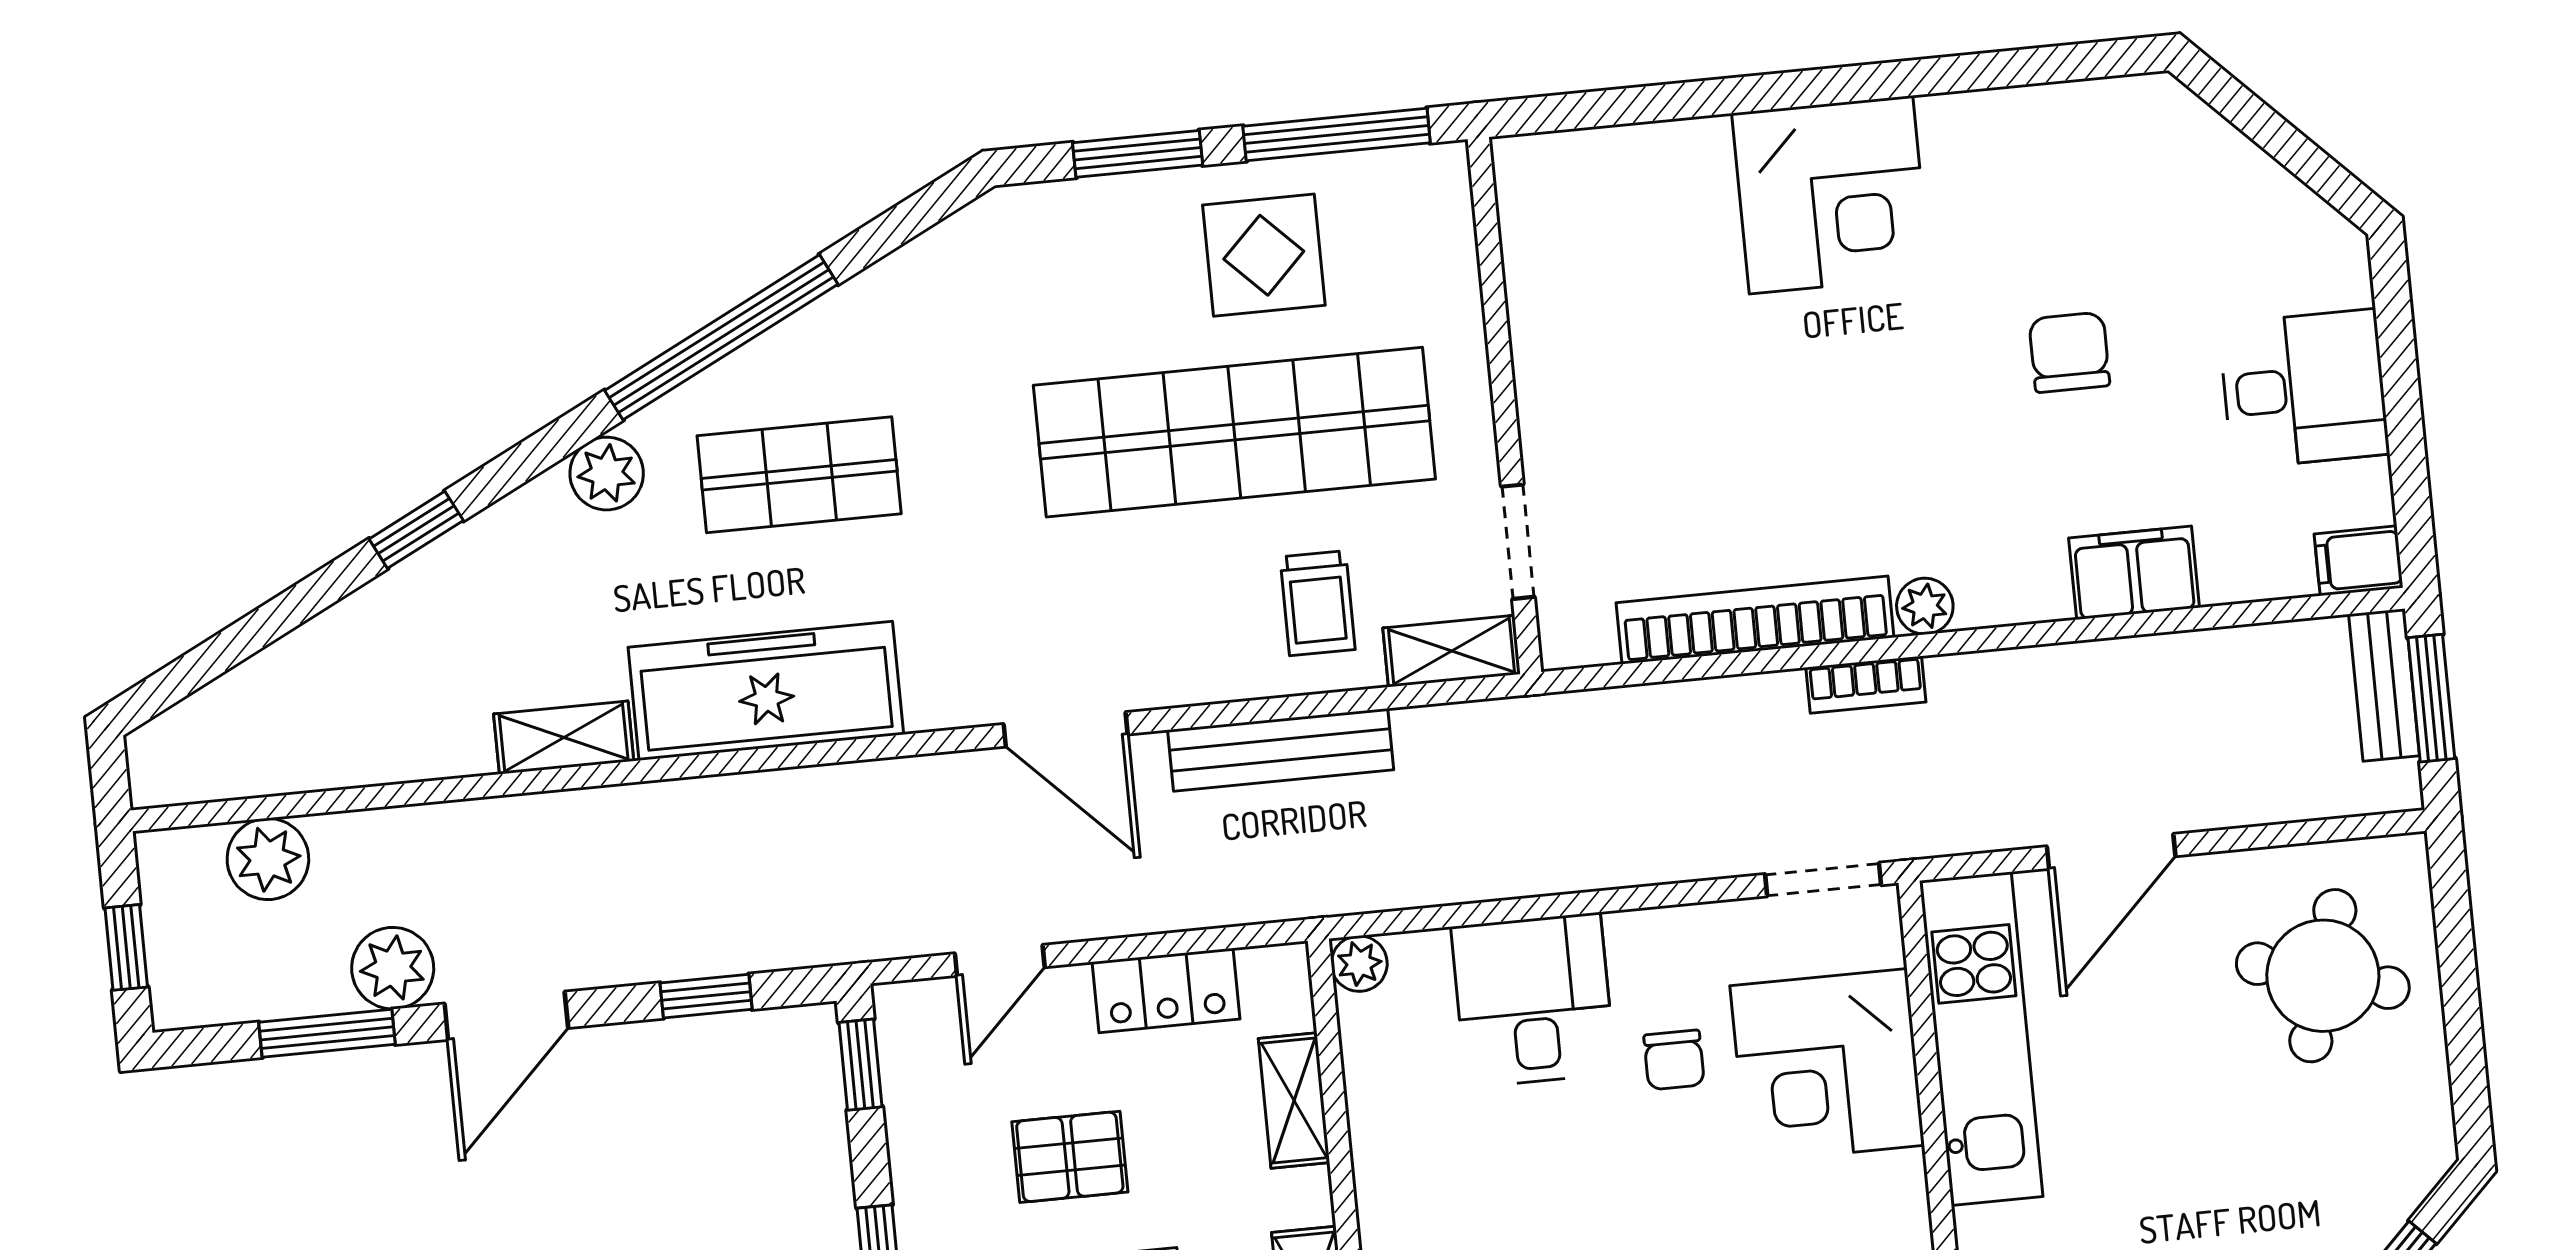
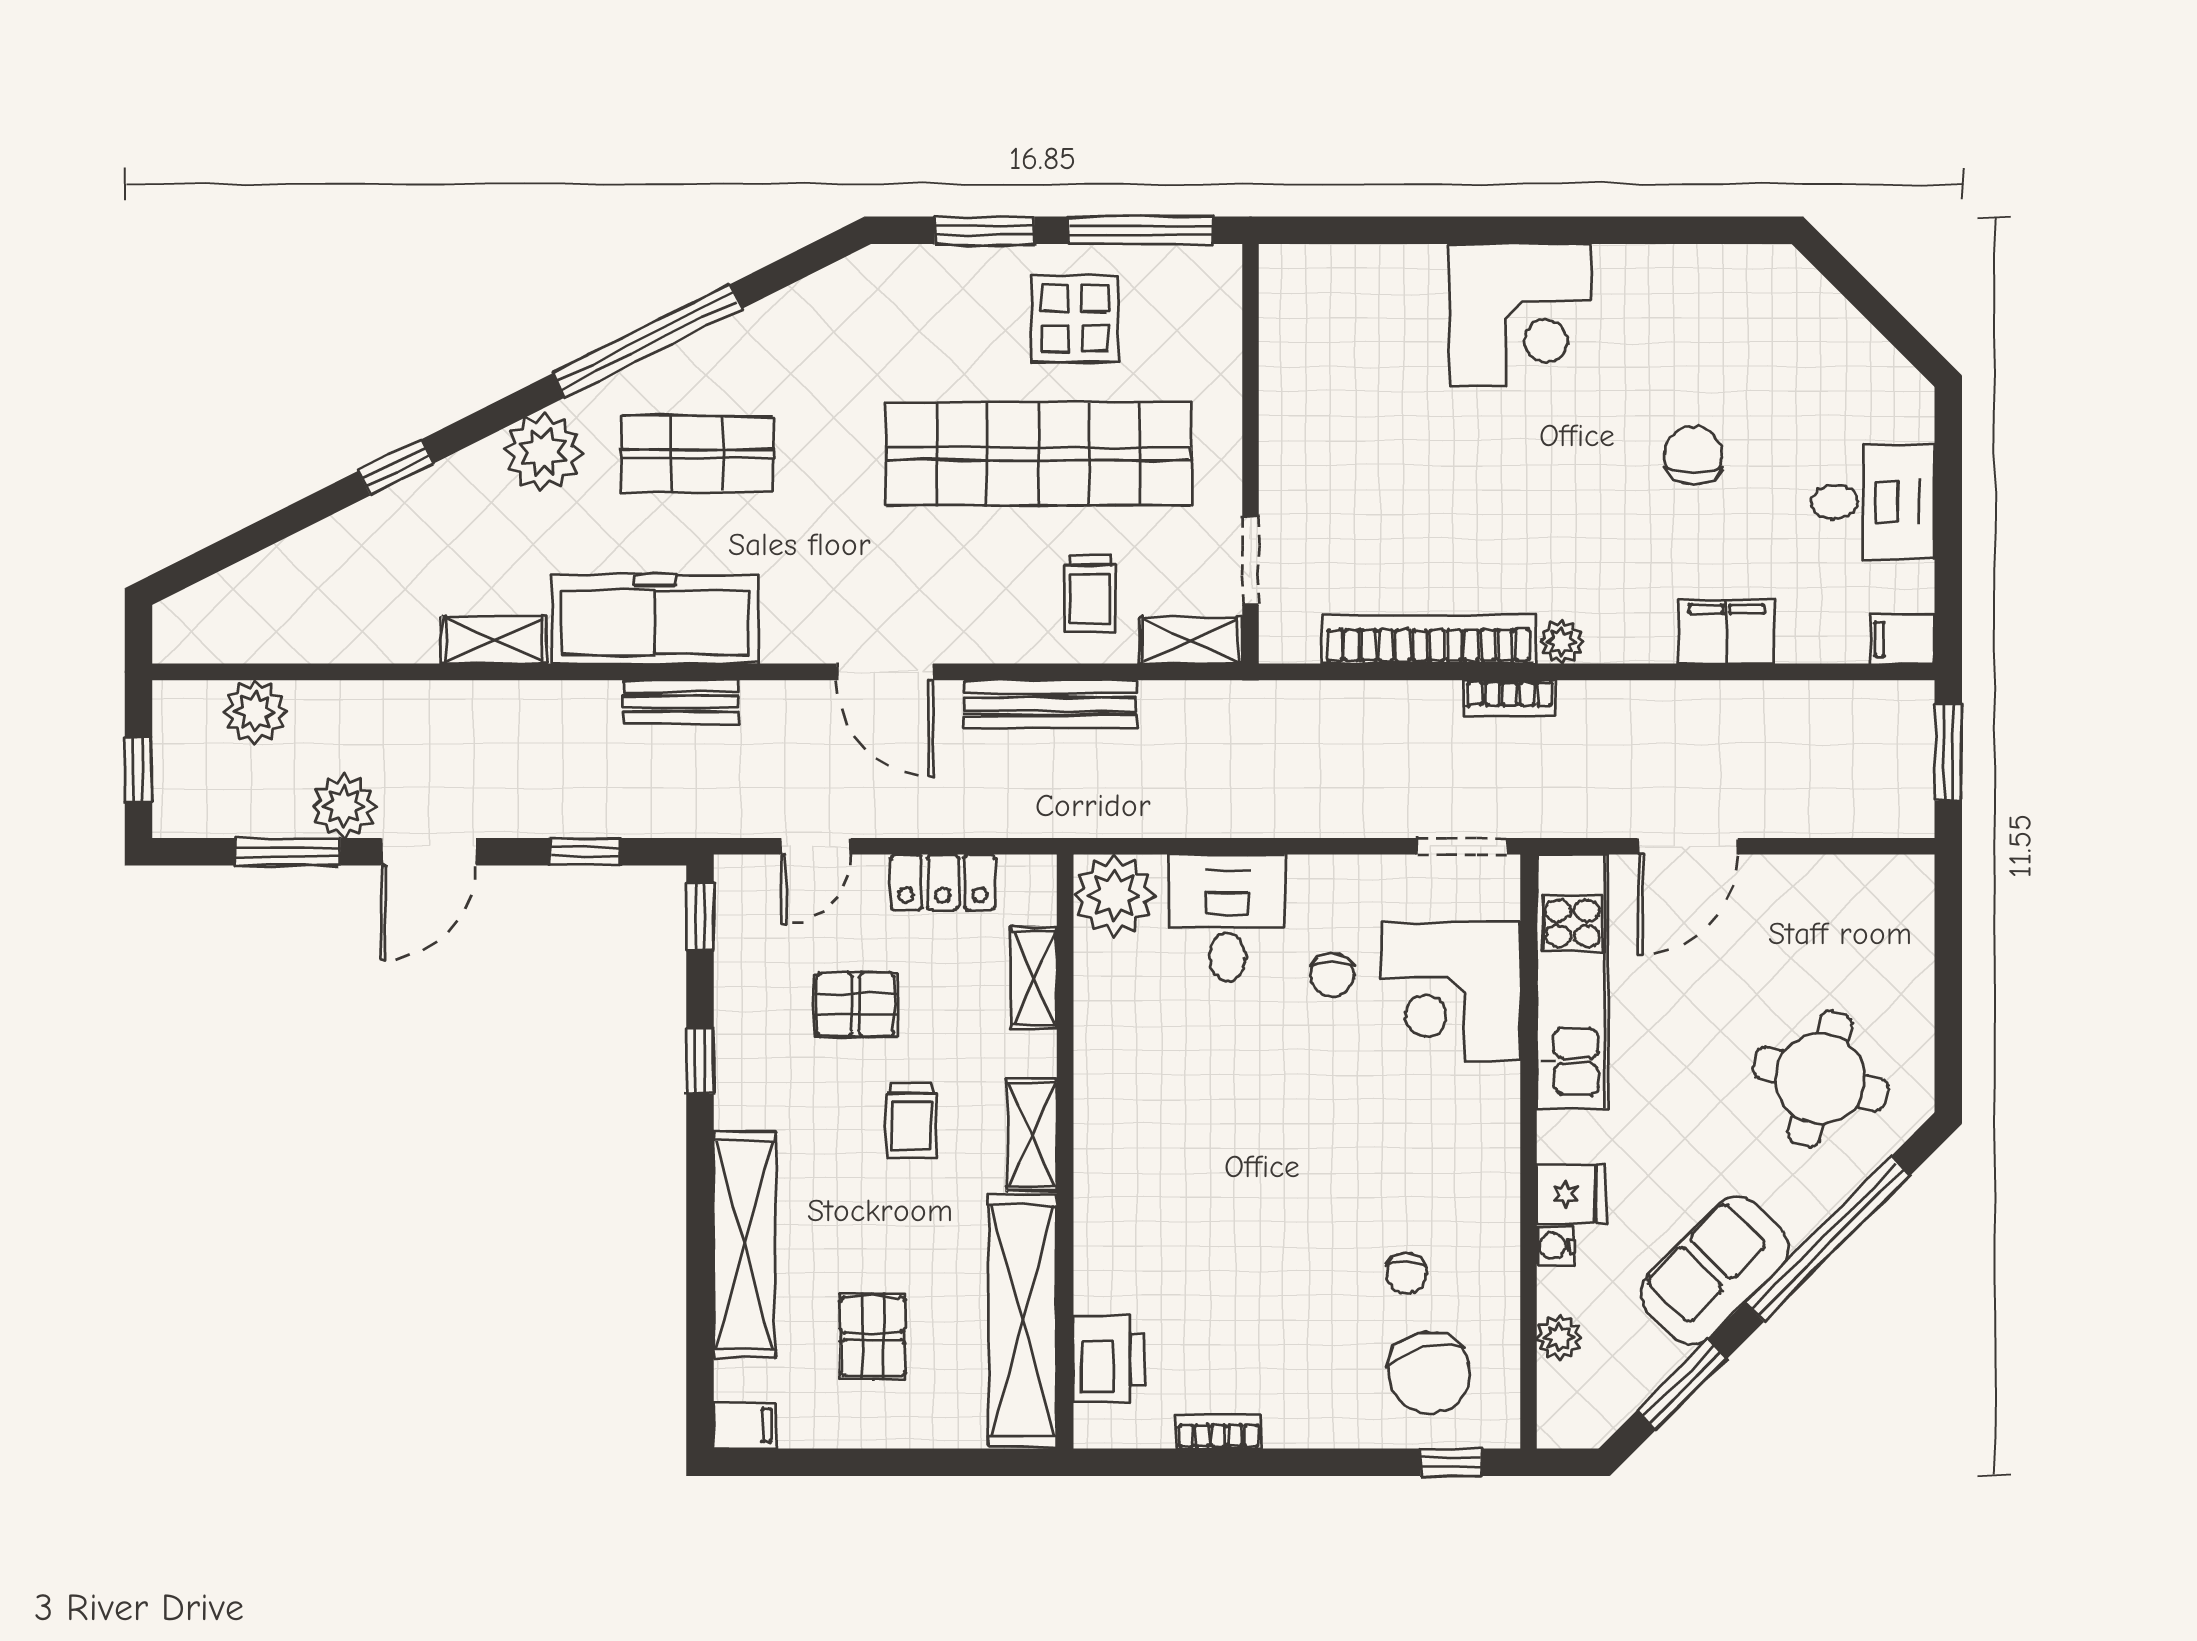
plant: (607, 474) -> (543, 452), width x1.36, depth x1.36
bench: (2384, 685) -> (681, 702), moved, turned 90
plant: (1359, 964) -> (1114, 895), width x1.88, depth x1.88
round table: (2323, 976) -> (1820, 1079), moved

